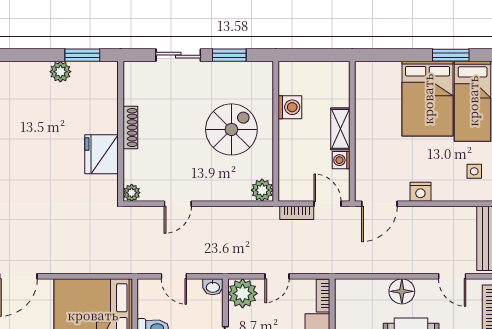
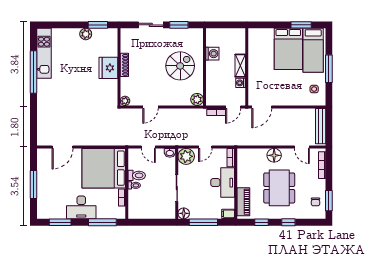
fridge: (102, 154) -> (108, 68), moved
nightstand: (420, 192) -> (284, 100), removed
door: (328, 204) -> (233, 107), swing flipped

